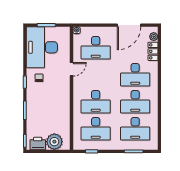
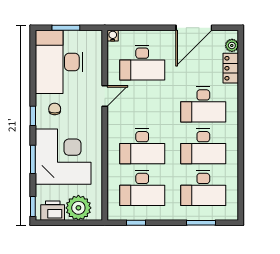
corner desk: (44, 109) -> (63, 157), added

